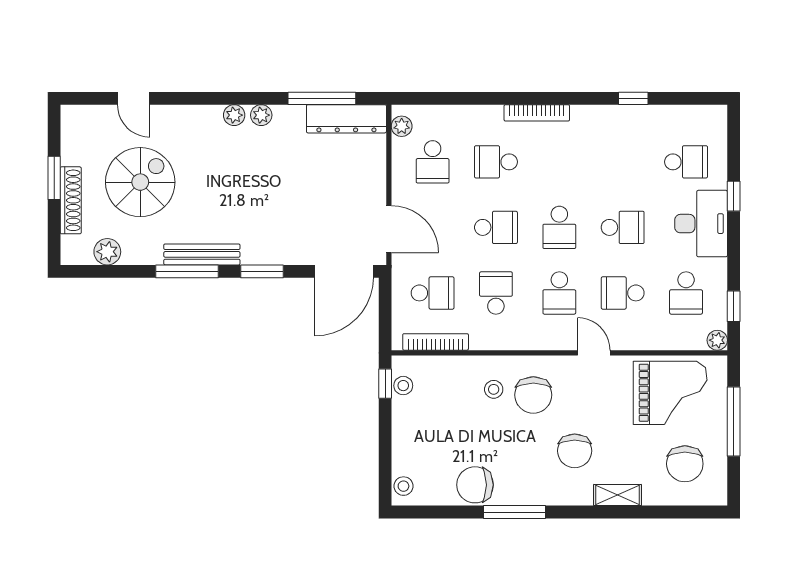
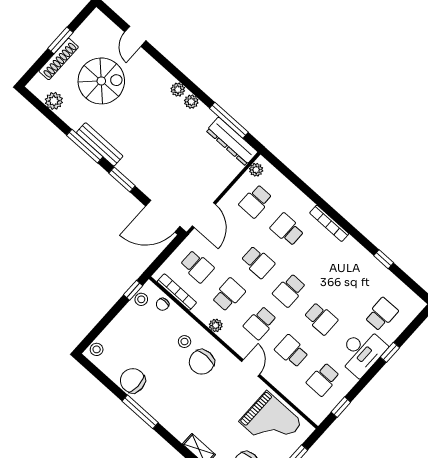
school desk: (686, 162) -> (382, 314), turned -90
plant: (717, 340) -> (216, 325), moved
chair: (575, 451) -> (163, 304), moved, width x0.54, depth x0.54

